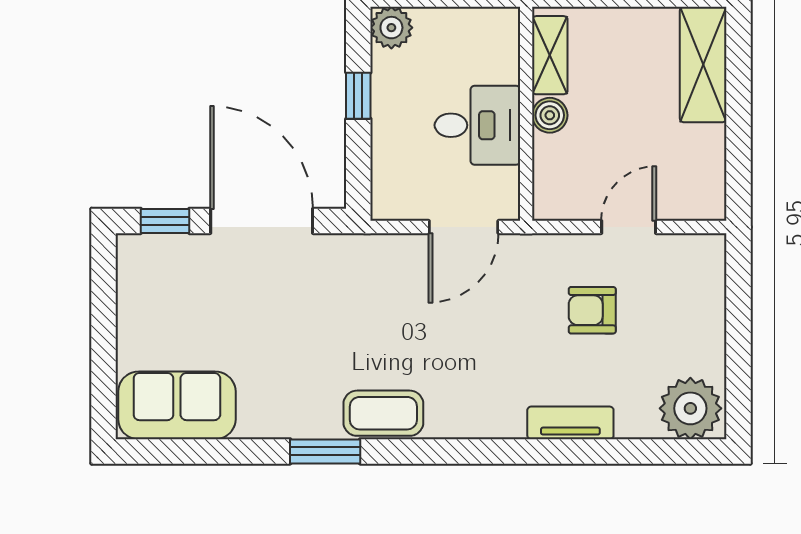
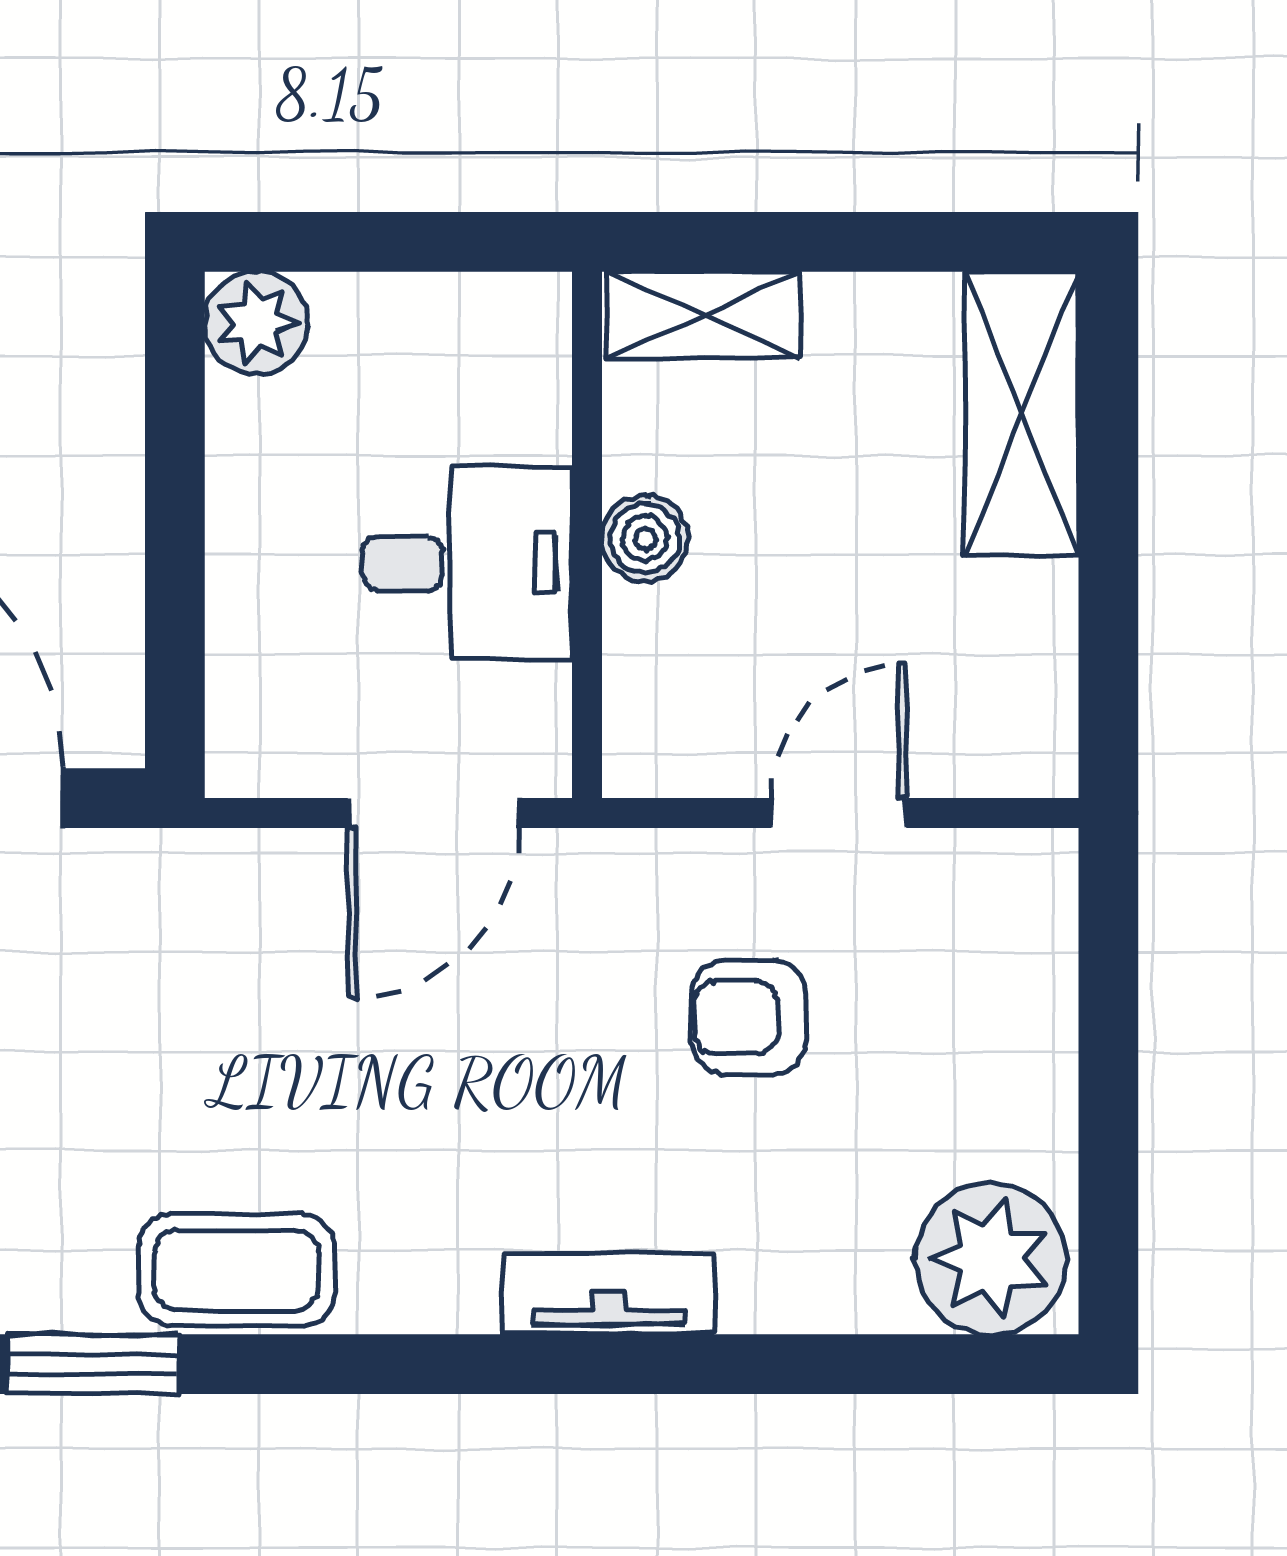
shelving: (550, 55) -> (703, 315), moved, turned 90
window: (358, 96) -> (175, 490), removed
tv unit: (570, 423) -> (609, 1294), moved

